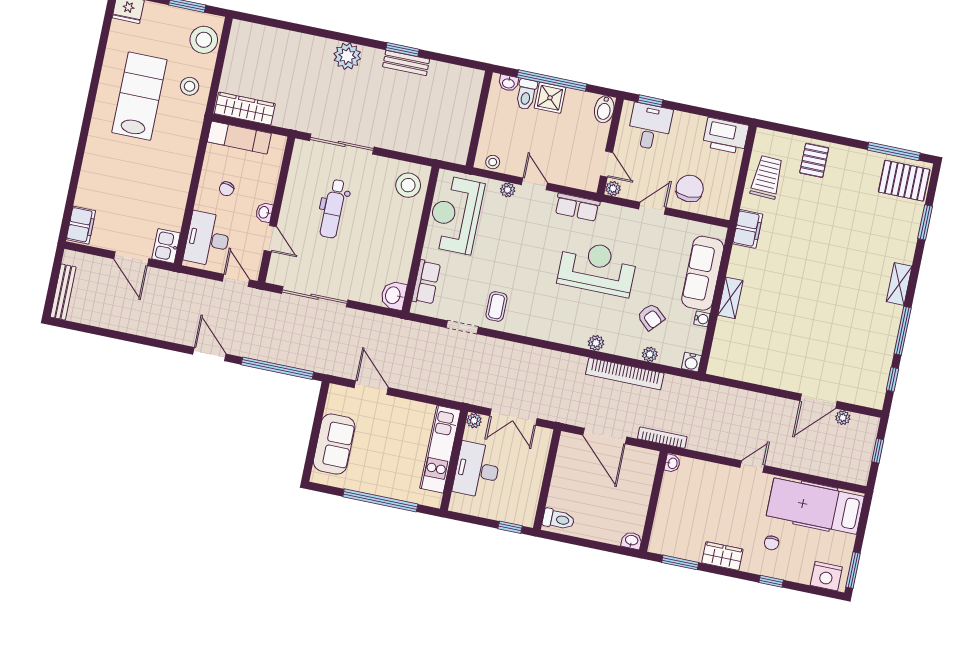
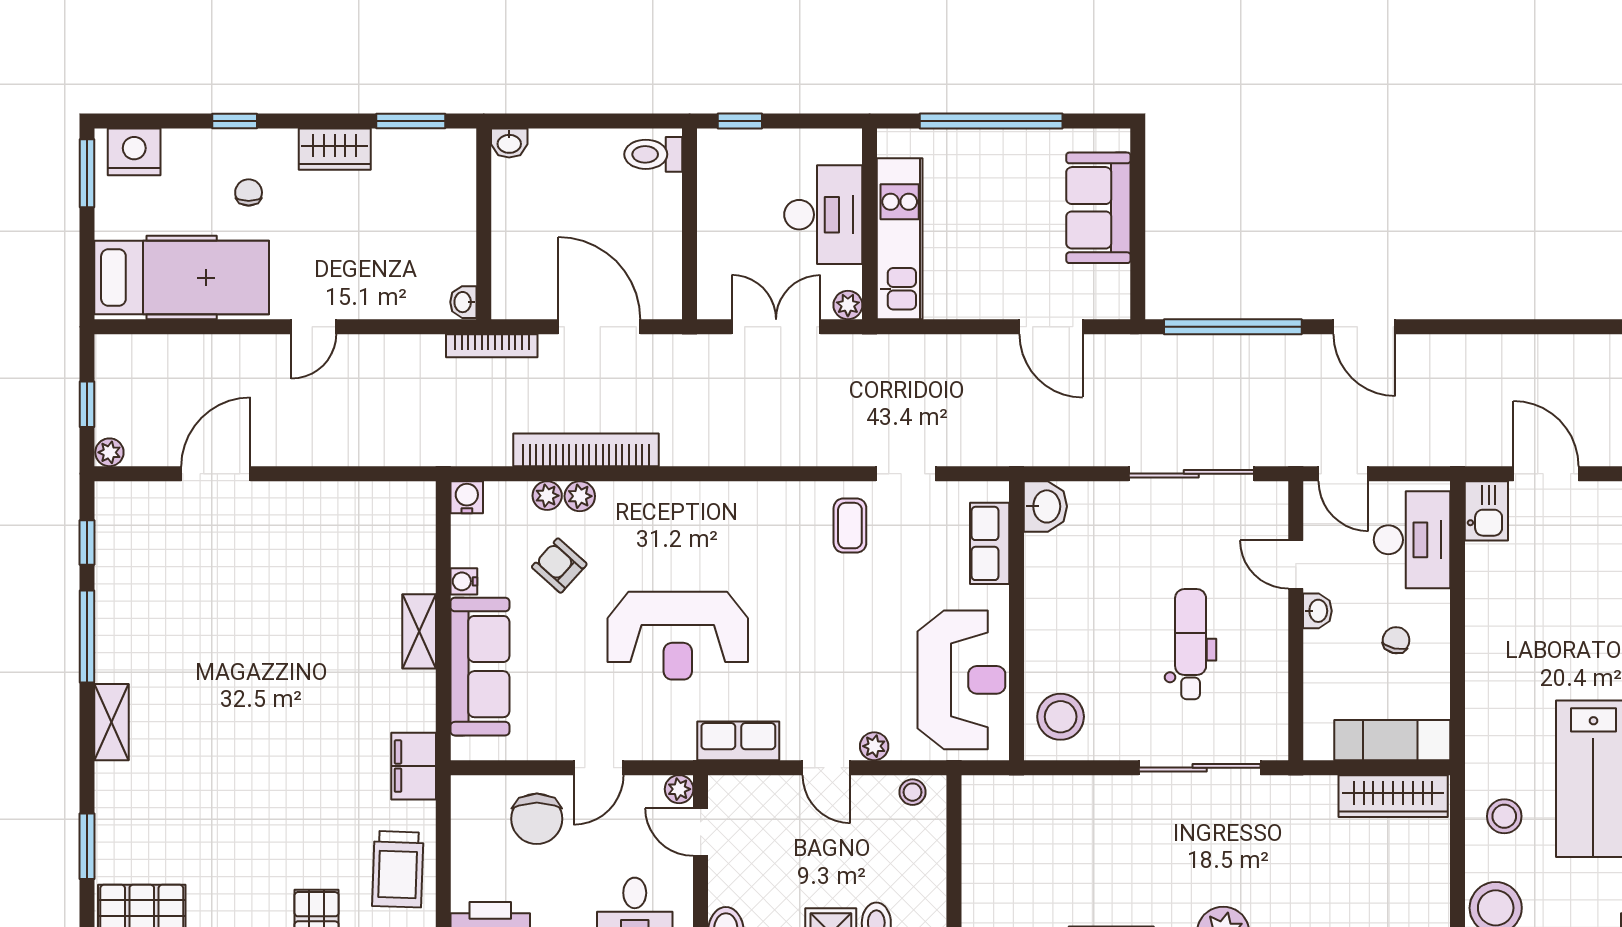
plant: (596, 343) -> (580, 496), moved
plant: (843, 418) -> (109, 452), moved

